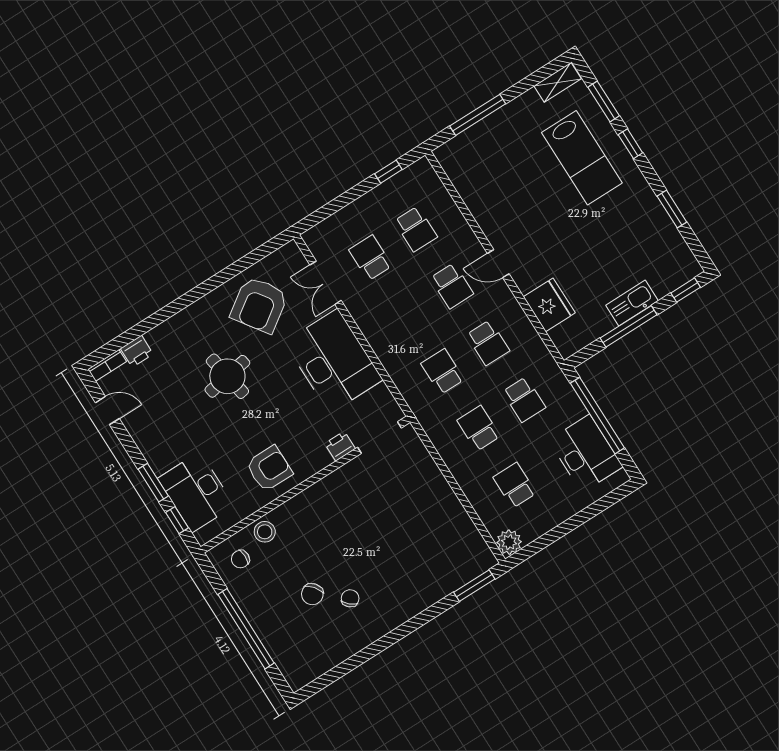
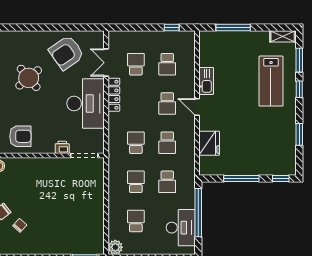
kitchen sink: (632, 303) -> (206, 81), moved, turned 90
locker: (366, 322) -> (114, 95), added
round table: (227, 376) -> (29, 78), turned -30

